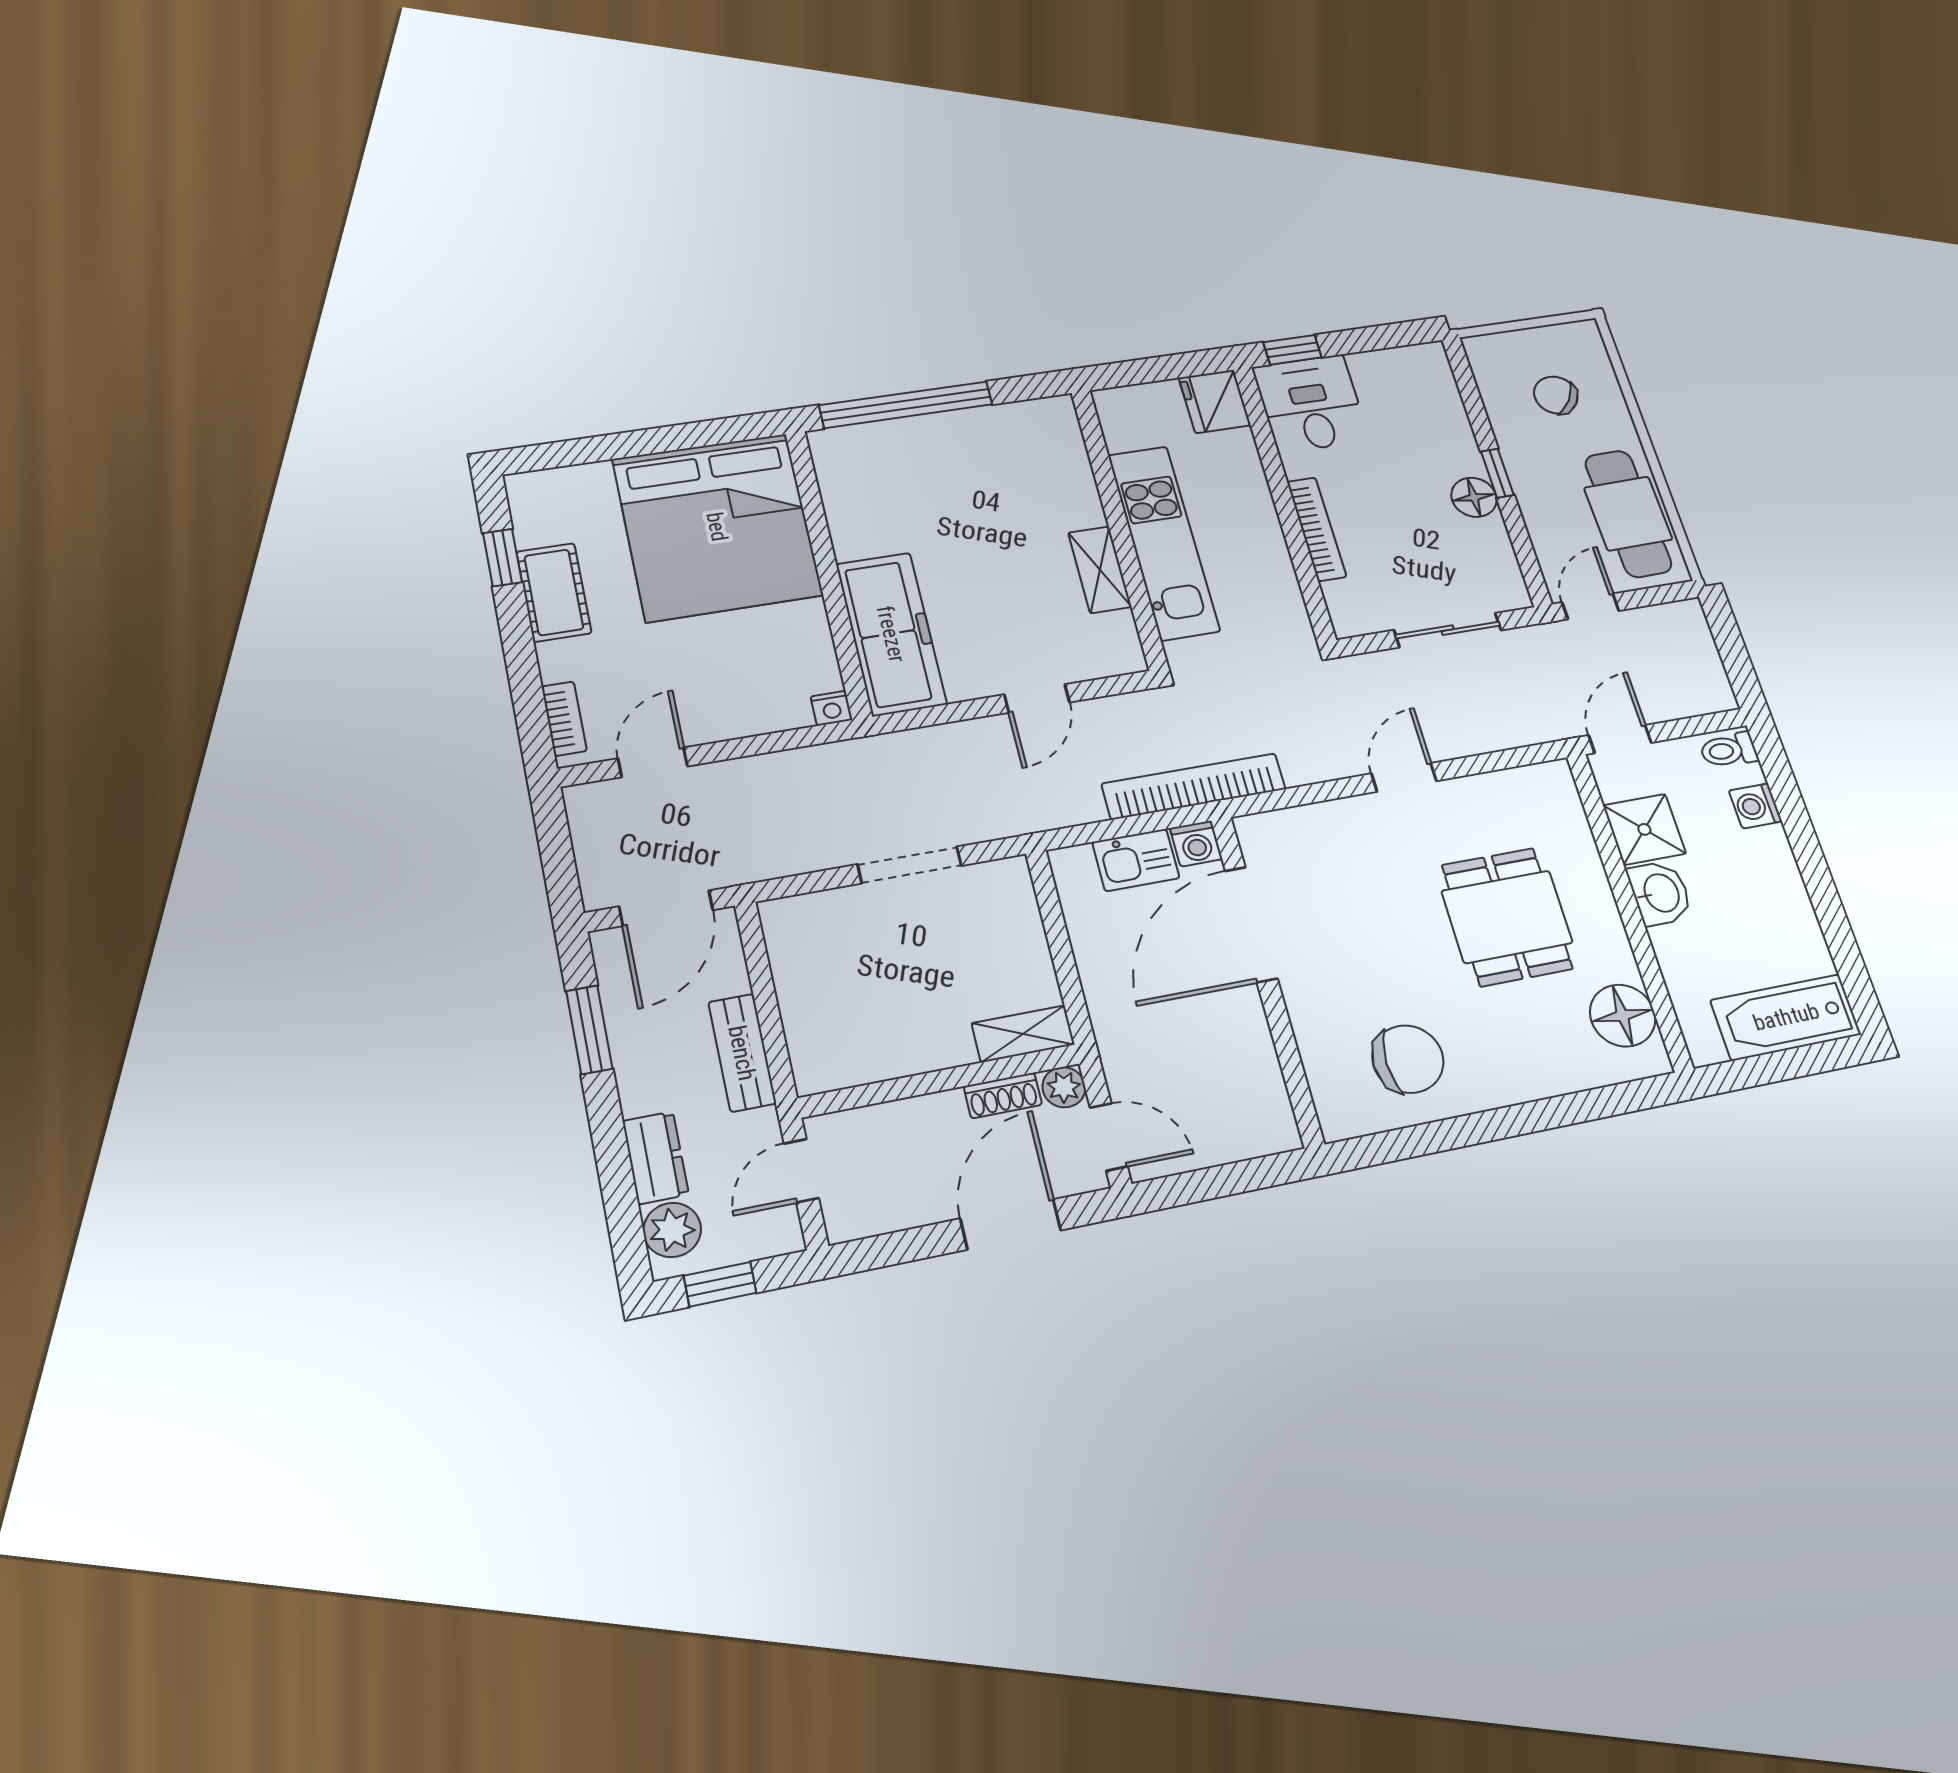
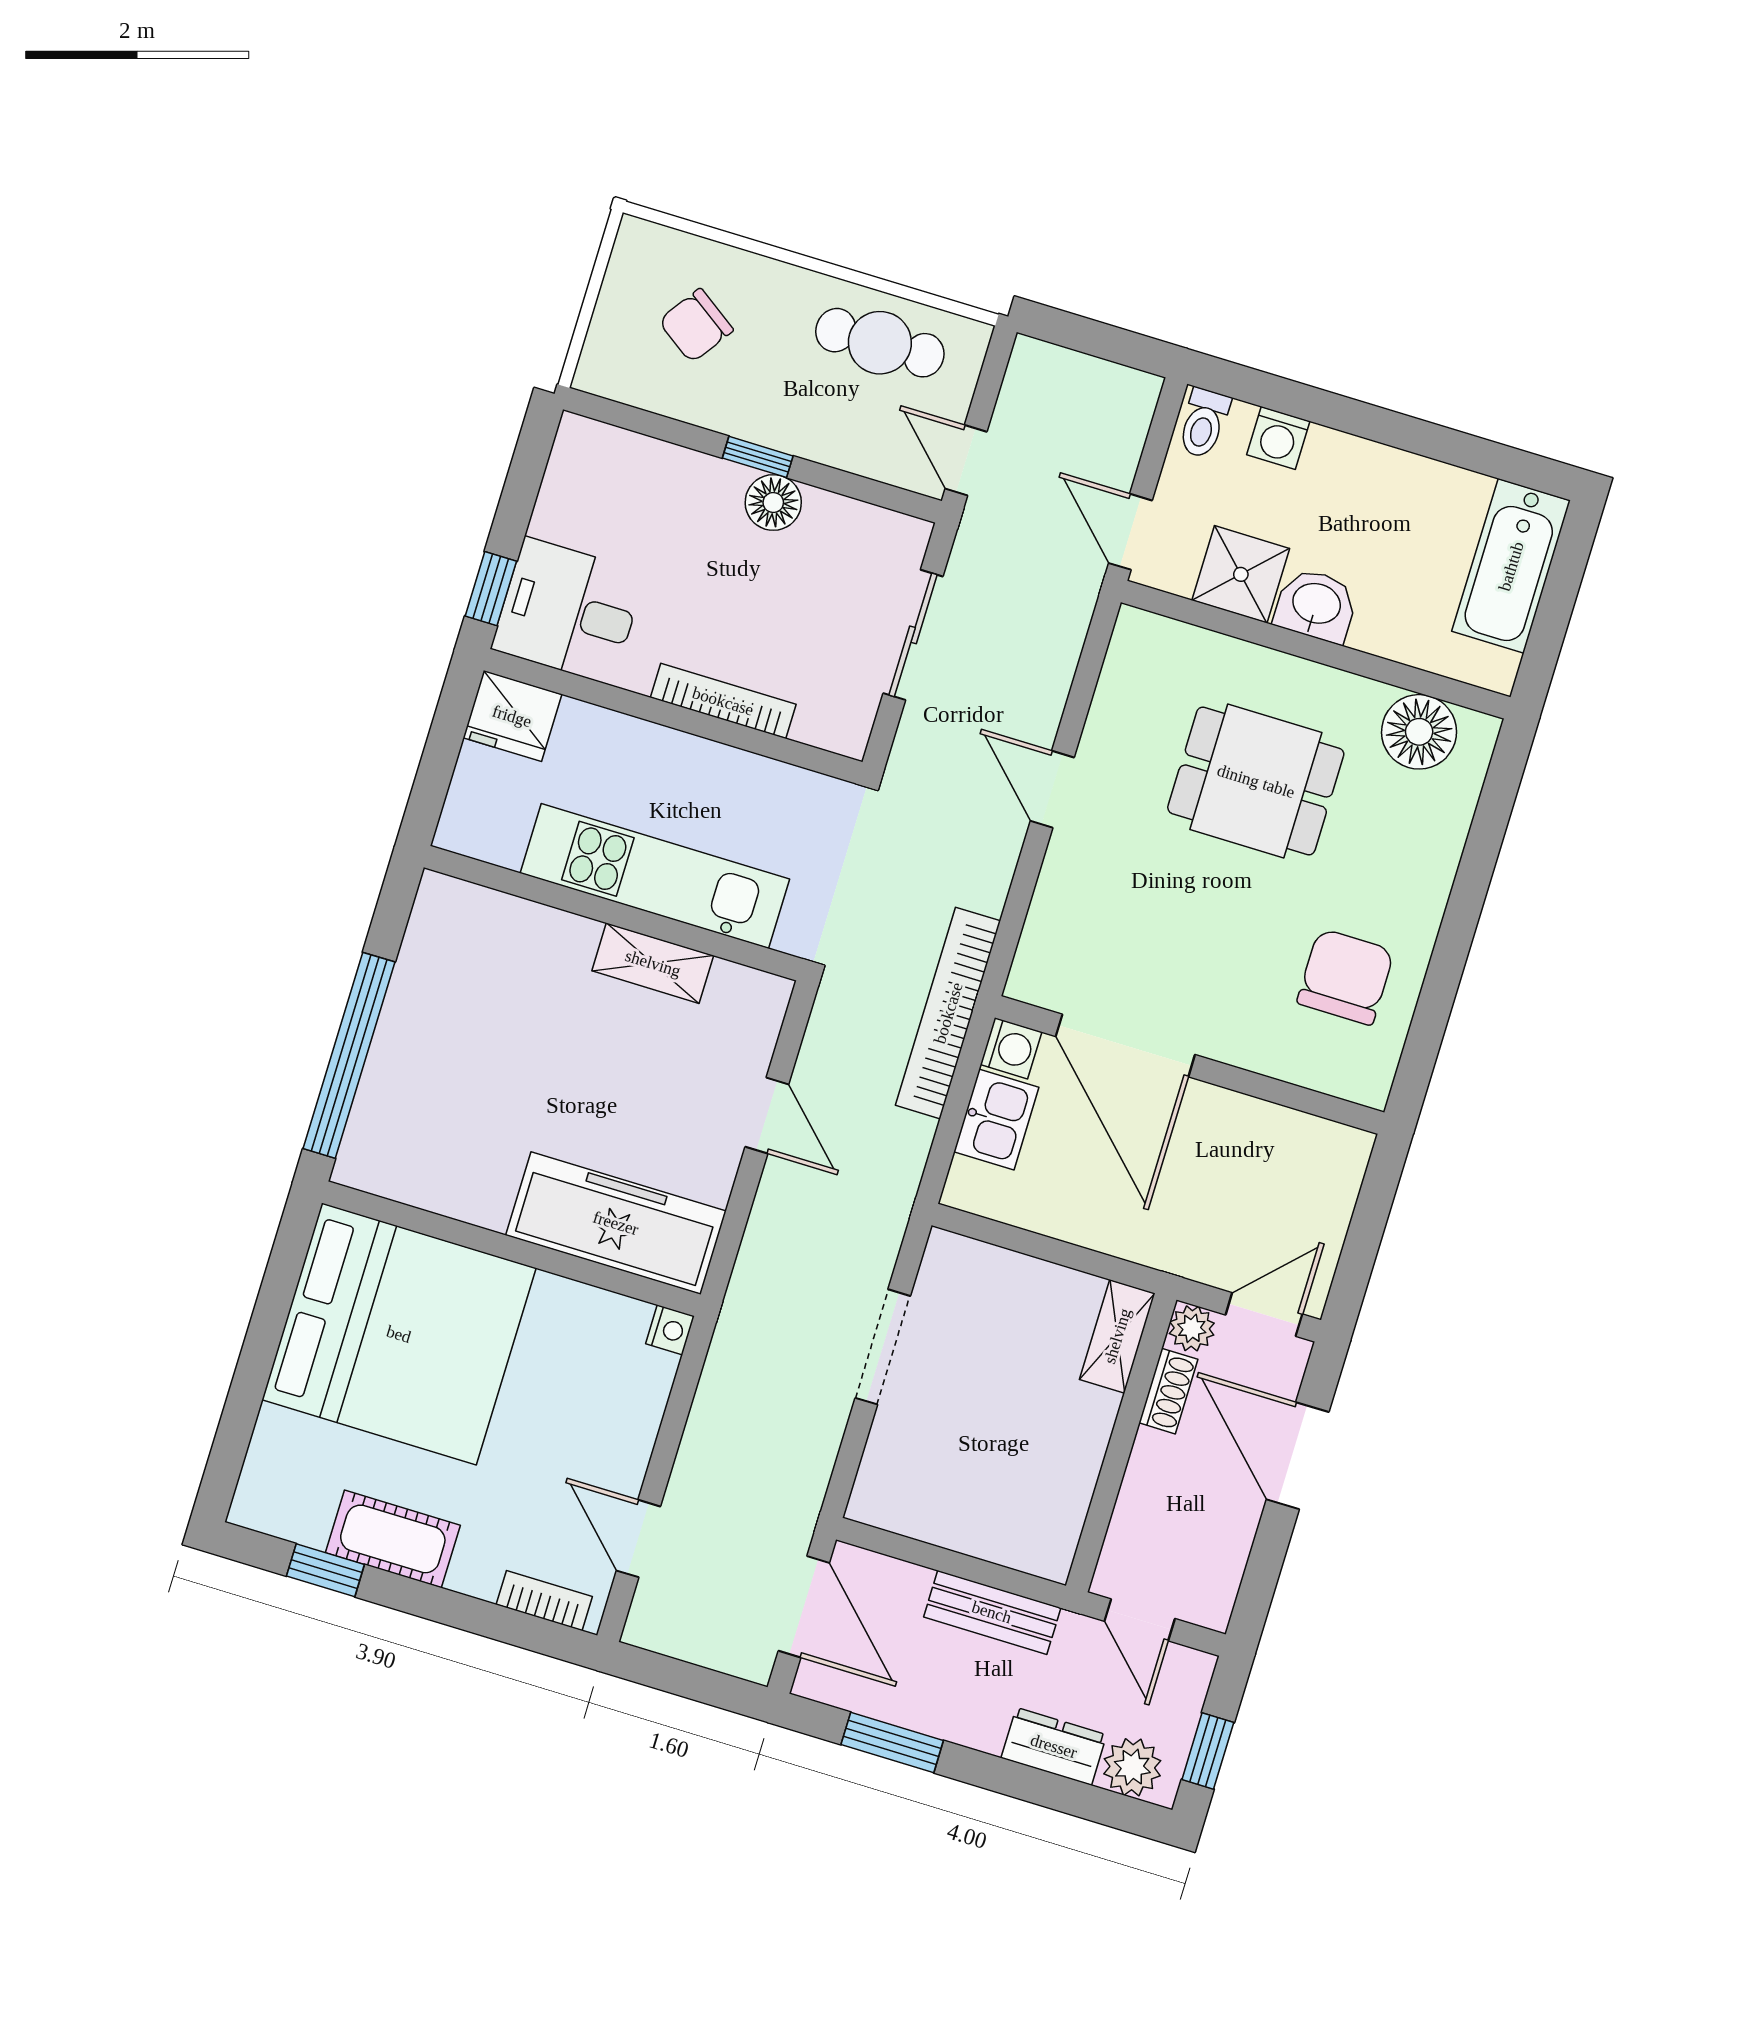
cafe table: (1628, 514) -> (880, 343), width x0.73, depth x0.74

